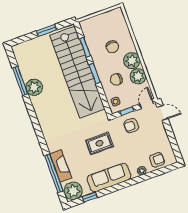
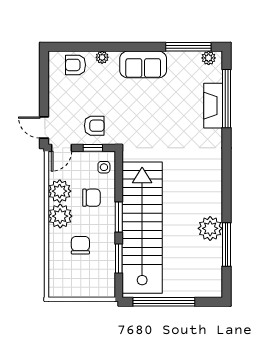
window: (47, 30) -> (164, 302), width x2.11
rug: (99, 143) -> (147, 117), removed
sofa: (109, 178) -> (143, 64), width x0.73
plant: (73, 191) -> (209, 58), width x0.53, depth x0.53
window: (90, 197) -> (188, 47), width x2.17

